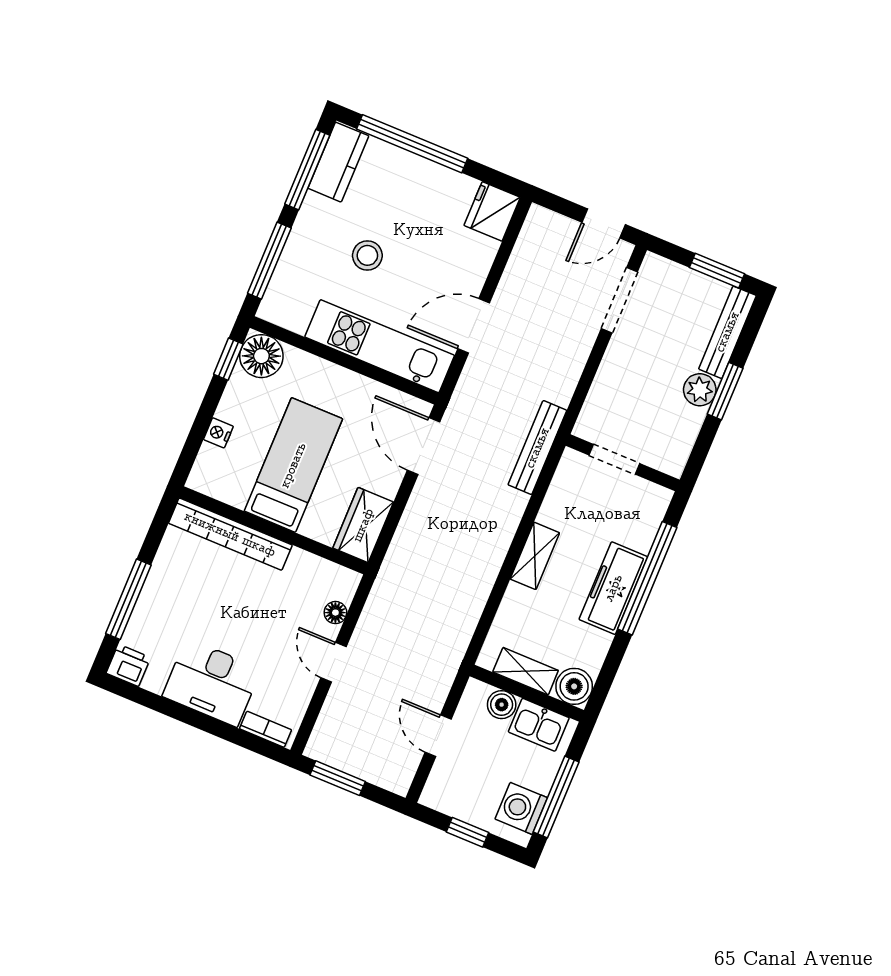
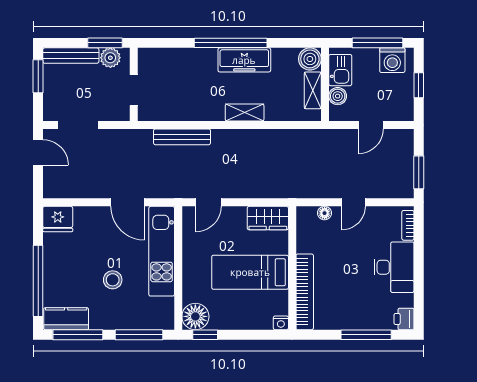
nightstand: (218, 433) -> (281, 323), moved
door: (423, 446) -> (208, 202), width x0.73
doorway: (614, 459) -> (134, 90), moved
wall: (623, 463) -> (134, 84), moved

